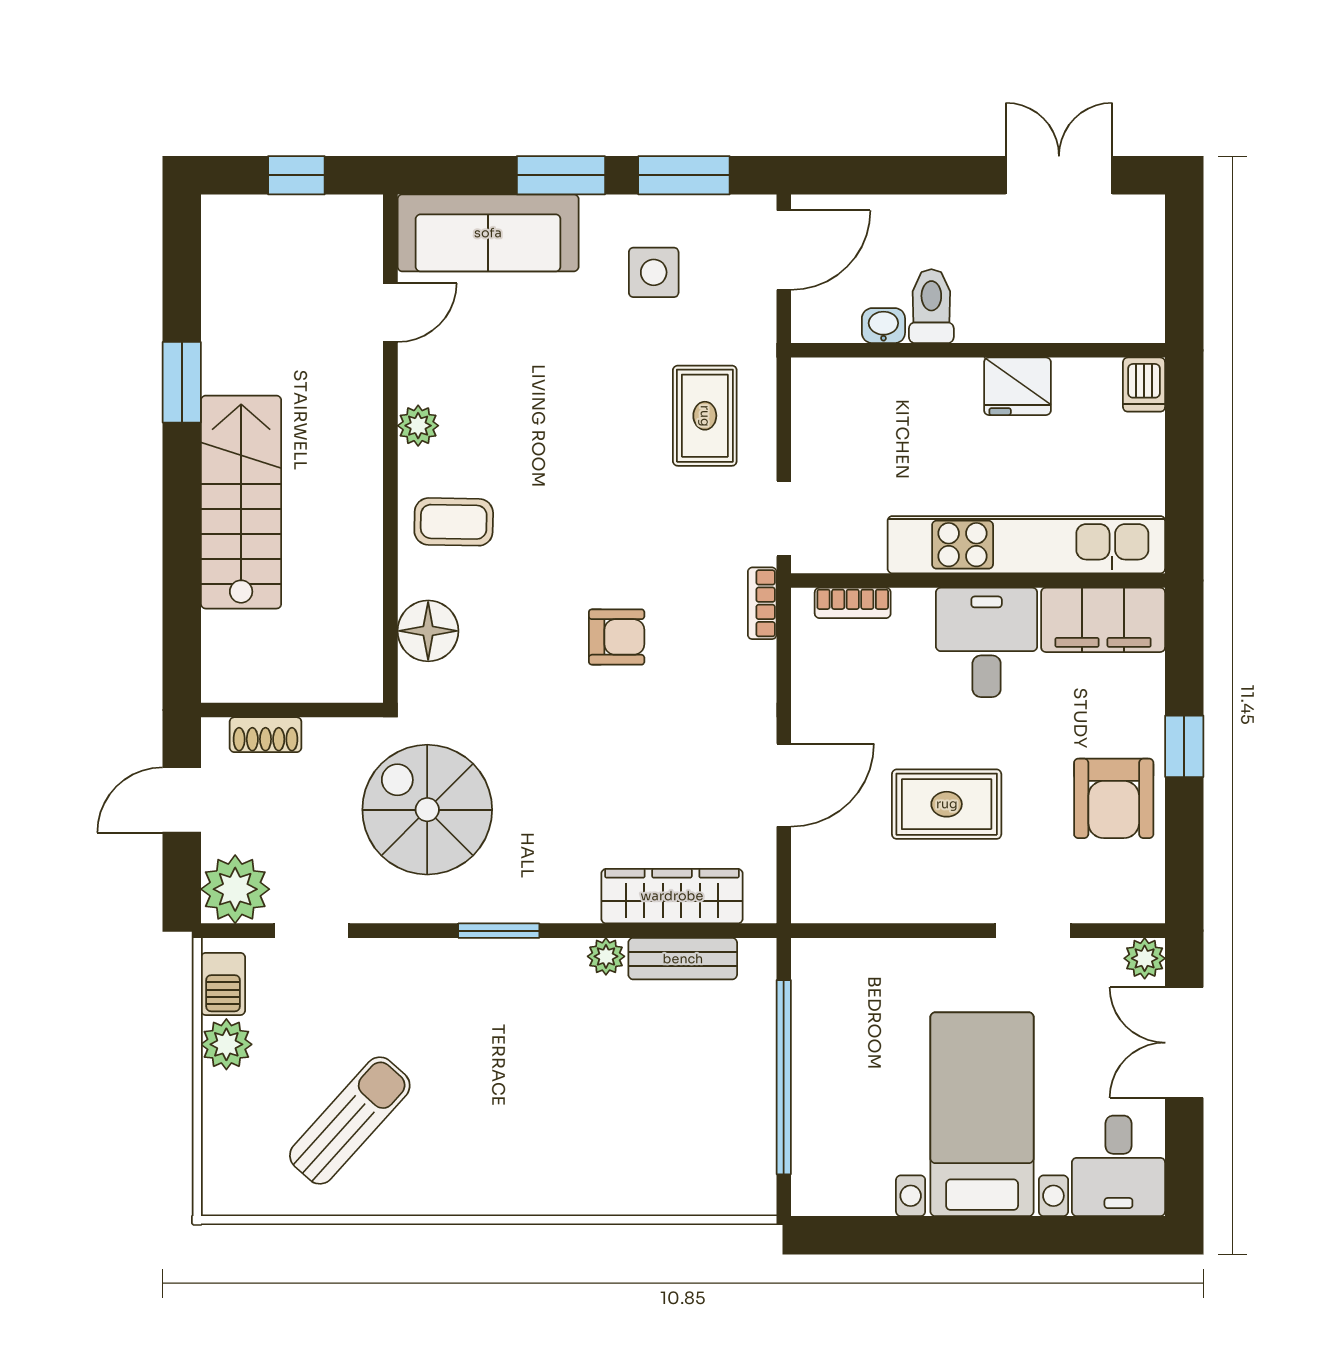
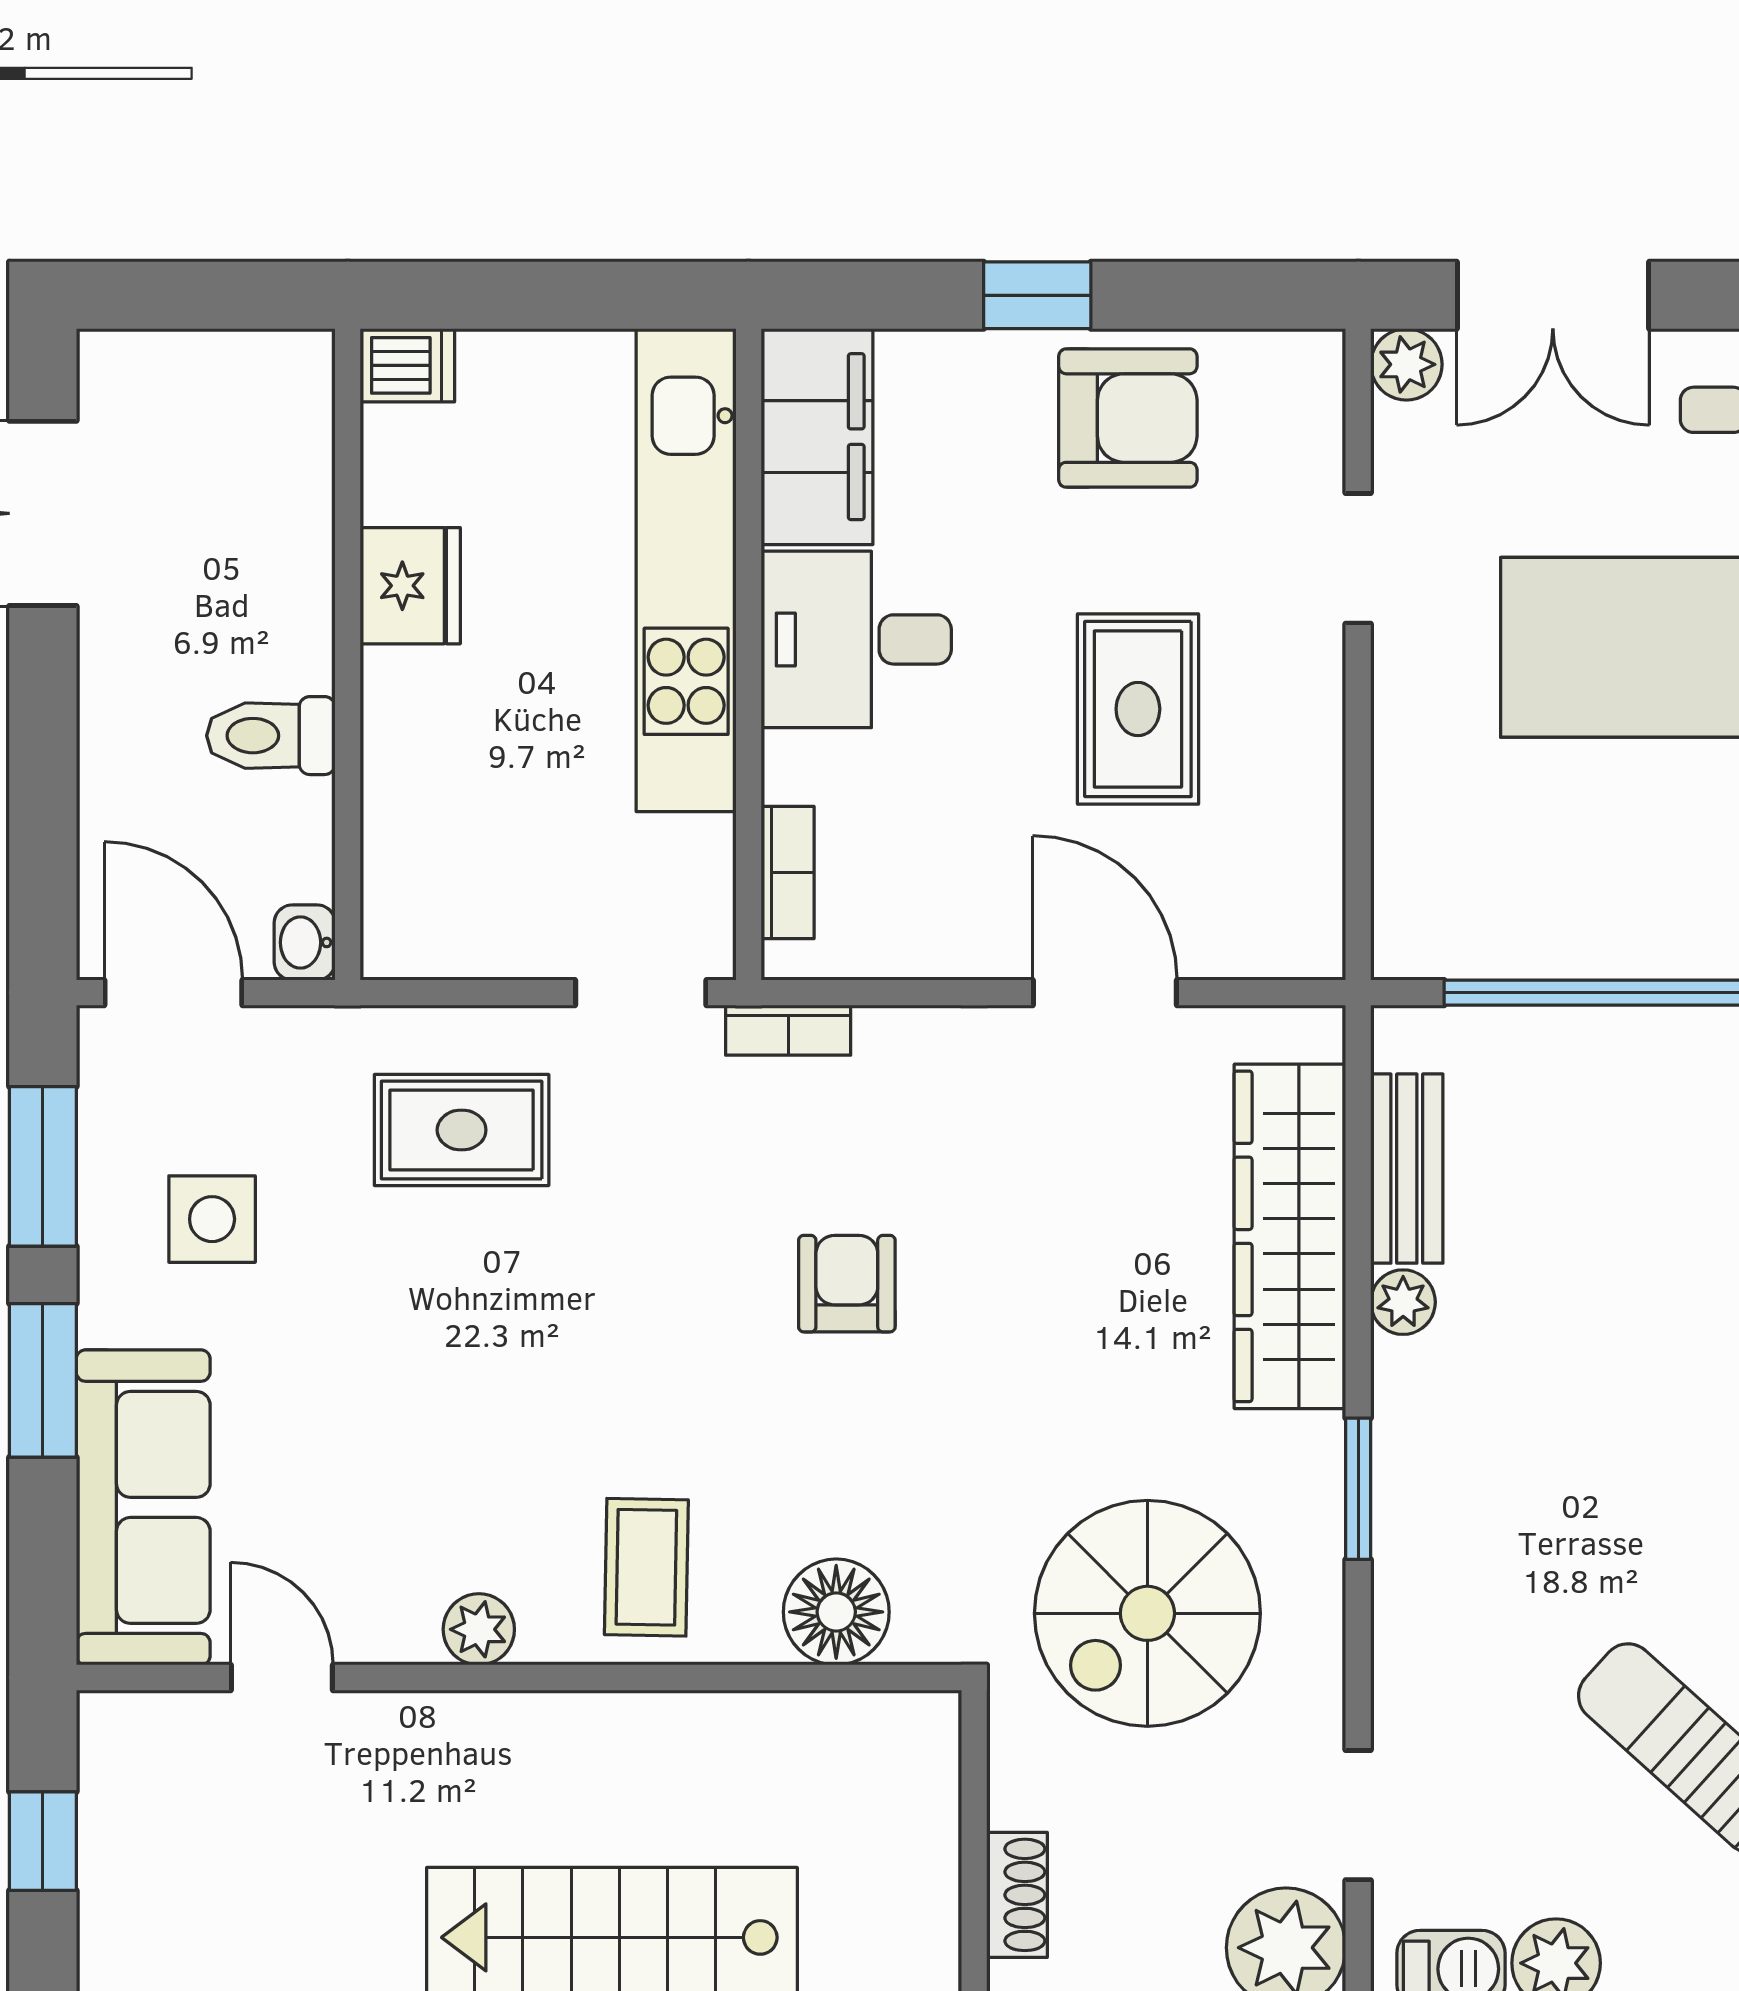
washbasin: (883, 326) -> (305, 942), moved
wardrobe: (672, 896) -> (1290, 1236), width x1.40, depth x1.17

